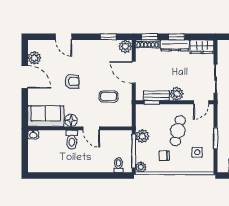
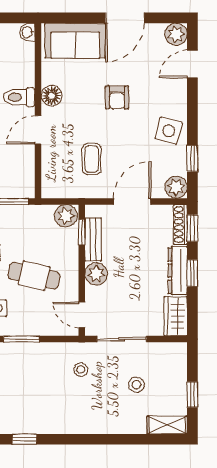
door: (64, 37) -> (192, 64), moved
side table: (92, 51) -> (169, 131), added
plant: (34, 58) -> (176, 34), moved
sofa: (46, 116) -> (75, 41), moved, turned 90
plant: (142, 136) -> (66, 216), moved

